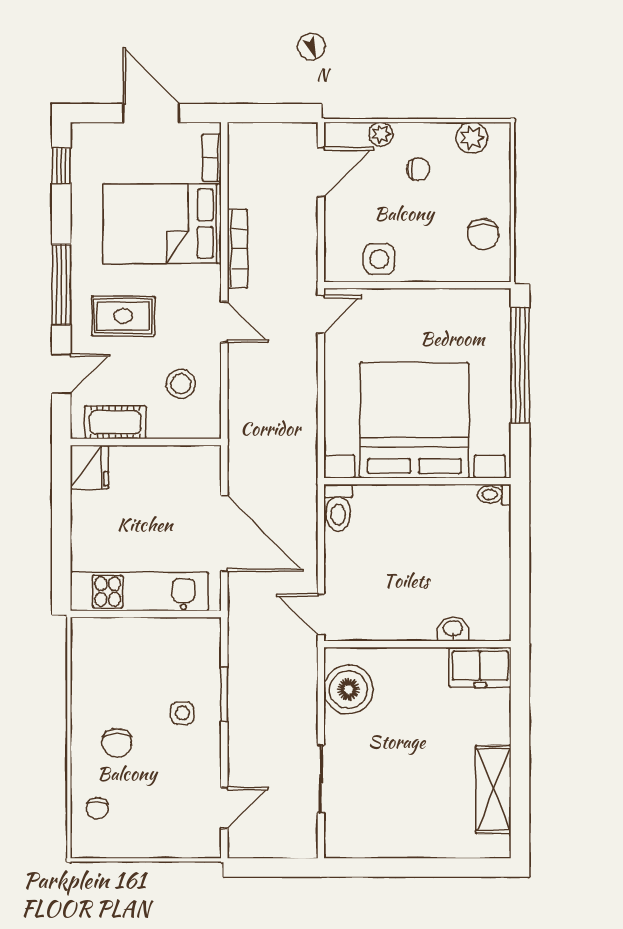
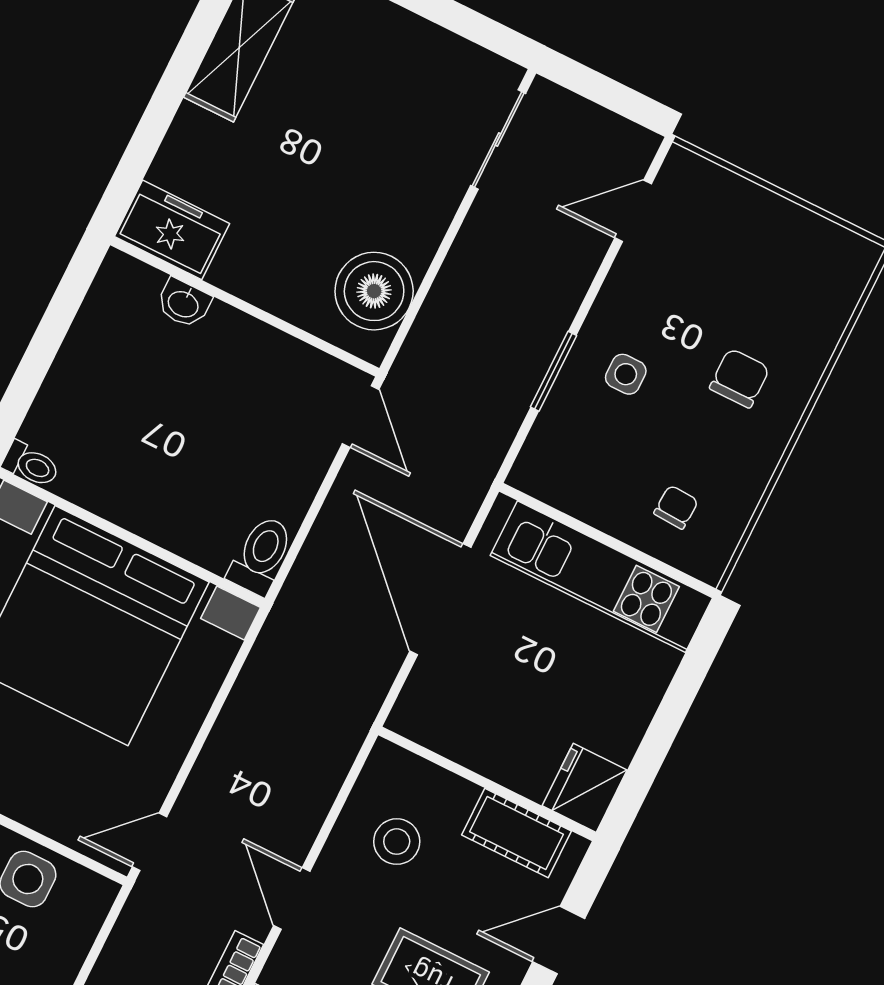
sliding door: (321, 779) -> (498, 139), moved
chair: (97, 808) -> (676, 507), moved

